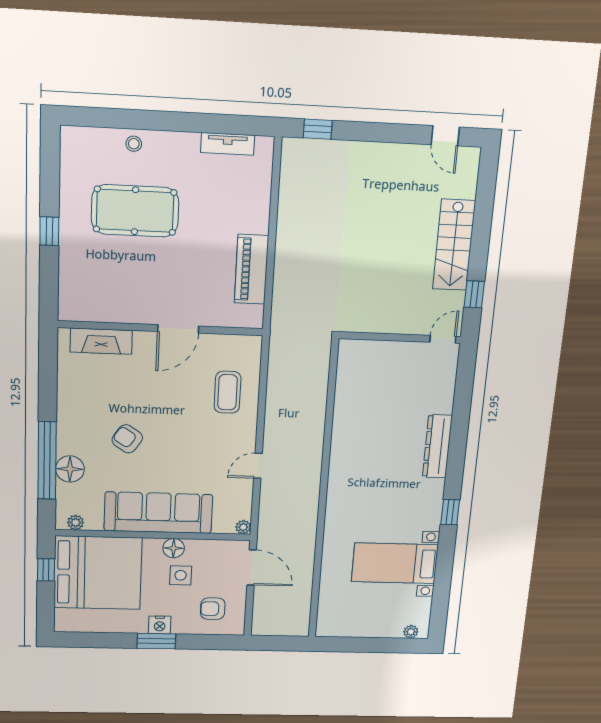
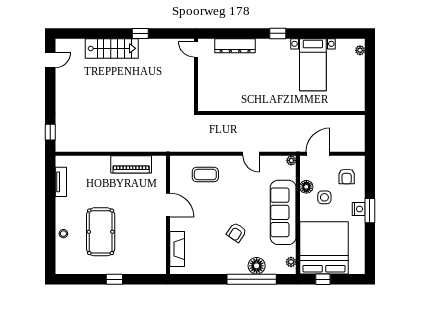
wall: (400, 337) -> (196, 75), moved
door: (443, 339) -> (196, 49), moved
floor lamp: (174, 548) -> (306, 187), moved

